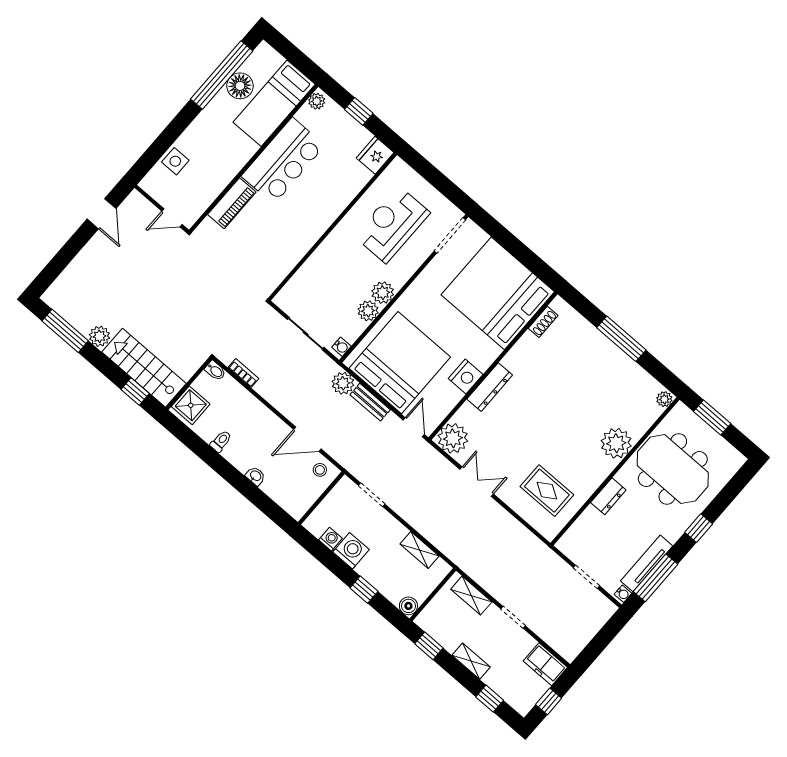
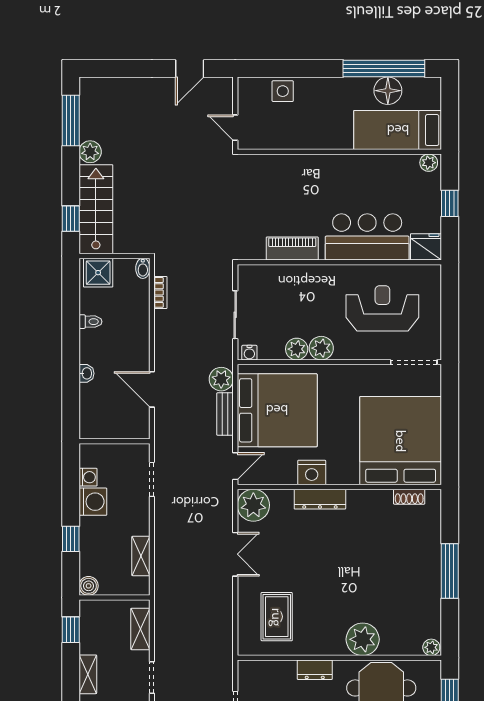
bar counter: (283, 161) -> (367, 237), moved, turned 180
piano: (232, 203) -> (292, 248), moved, turned 180
stool: (320, 470) -> (136, 421), removed

